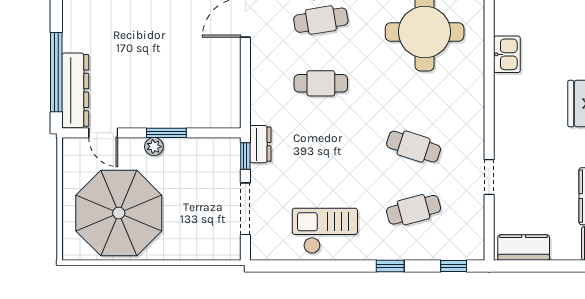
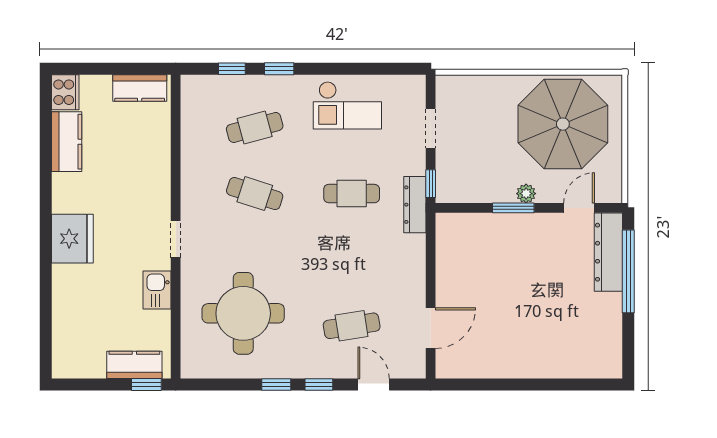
cafe table: (321, 83) -> (352, 194), moved
door: (103, 133) -> (579, 208), hinge flipped
dresser: (260, 144) -> (415, 205), width x1.44
doorway: (489, 177) -> (176, 239), moved
doorway: (245, 209) -> (431, 128), width x0.73
window: (454, 266) -> (232, 69), moved

